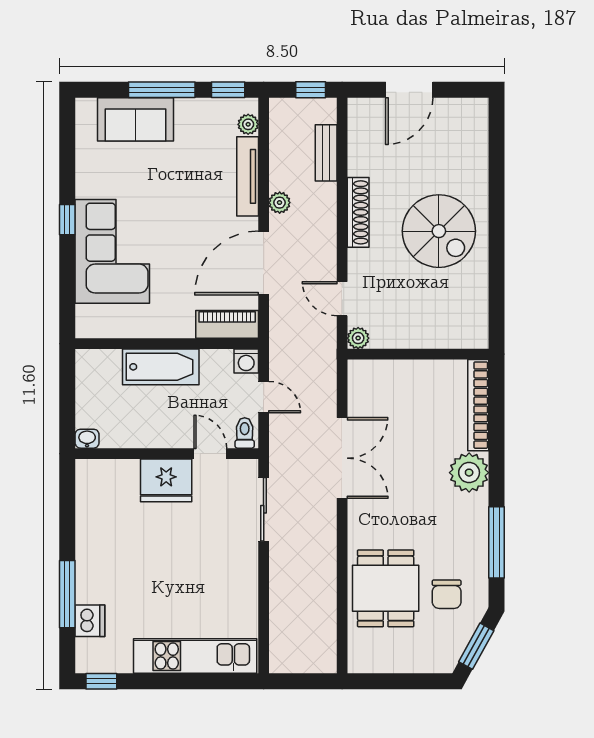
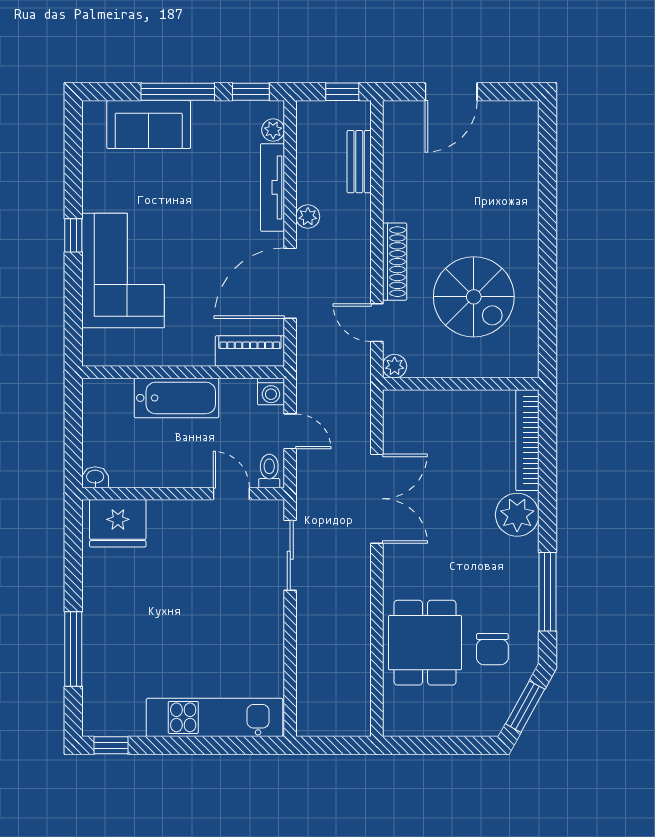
shoe rack: (358, 212) -> (395, 262), moved
spiral stairs: (439, 231) -> (474, 297), moved
fridge: (166, 480) -> (118, 523), moved
dishwasher: (90, 621) -> (98, 678), removed

